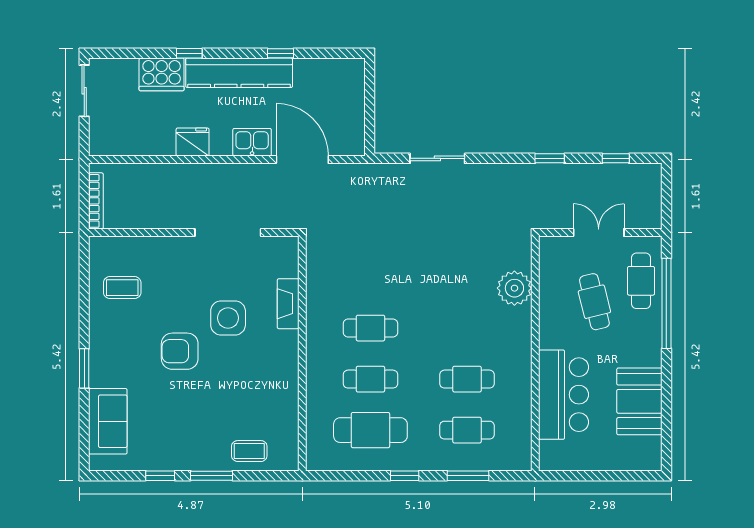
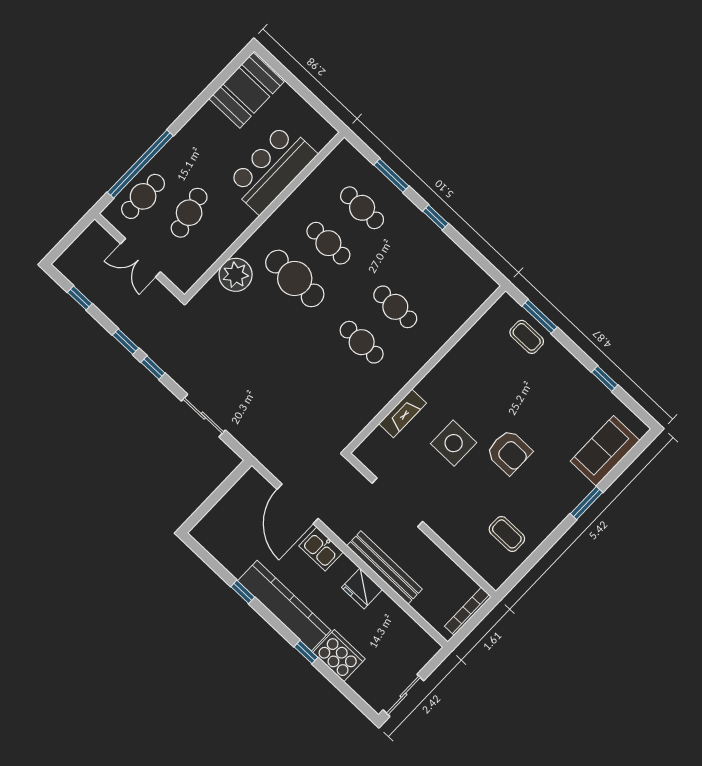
window: (510, 158) -> (153, 368), added
bench: (191, 174) -> (384, 567), added
booth: (639, 401) -> (246, 90), moved
cafe table: (370, 430) -> (295, 278), moved
window: (212, 476) -> (540, 317), moved

